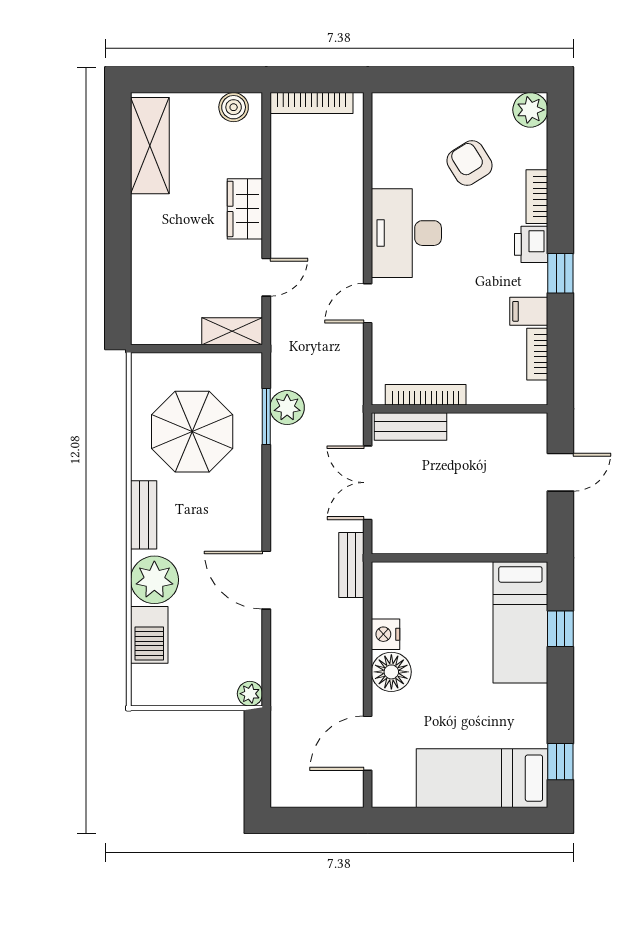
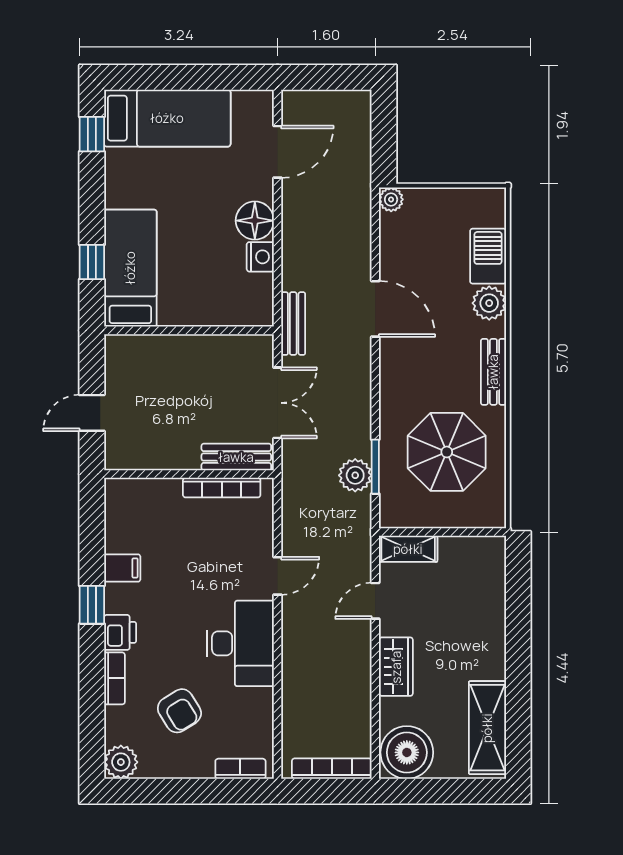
boiler: (234, 107) -> (407, 752), width x1.86, depth x1.86
bookcase: (537, 354) -> (240, 769), moved, turned -90
plant: (154, 580) -> (489, 303), width x0.73, depth x0.73

